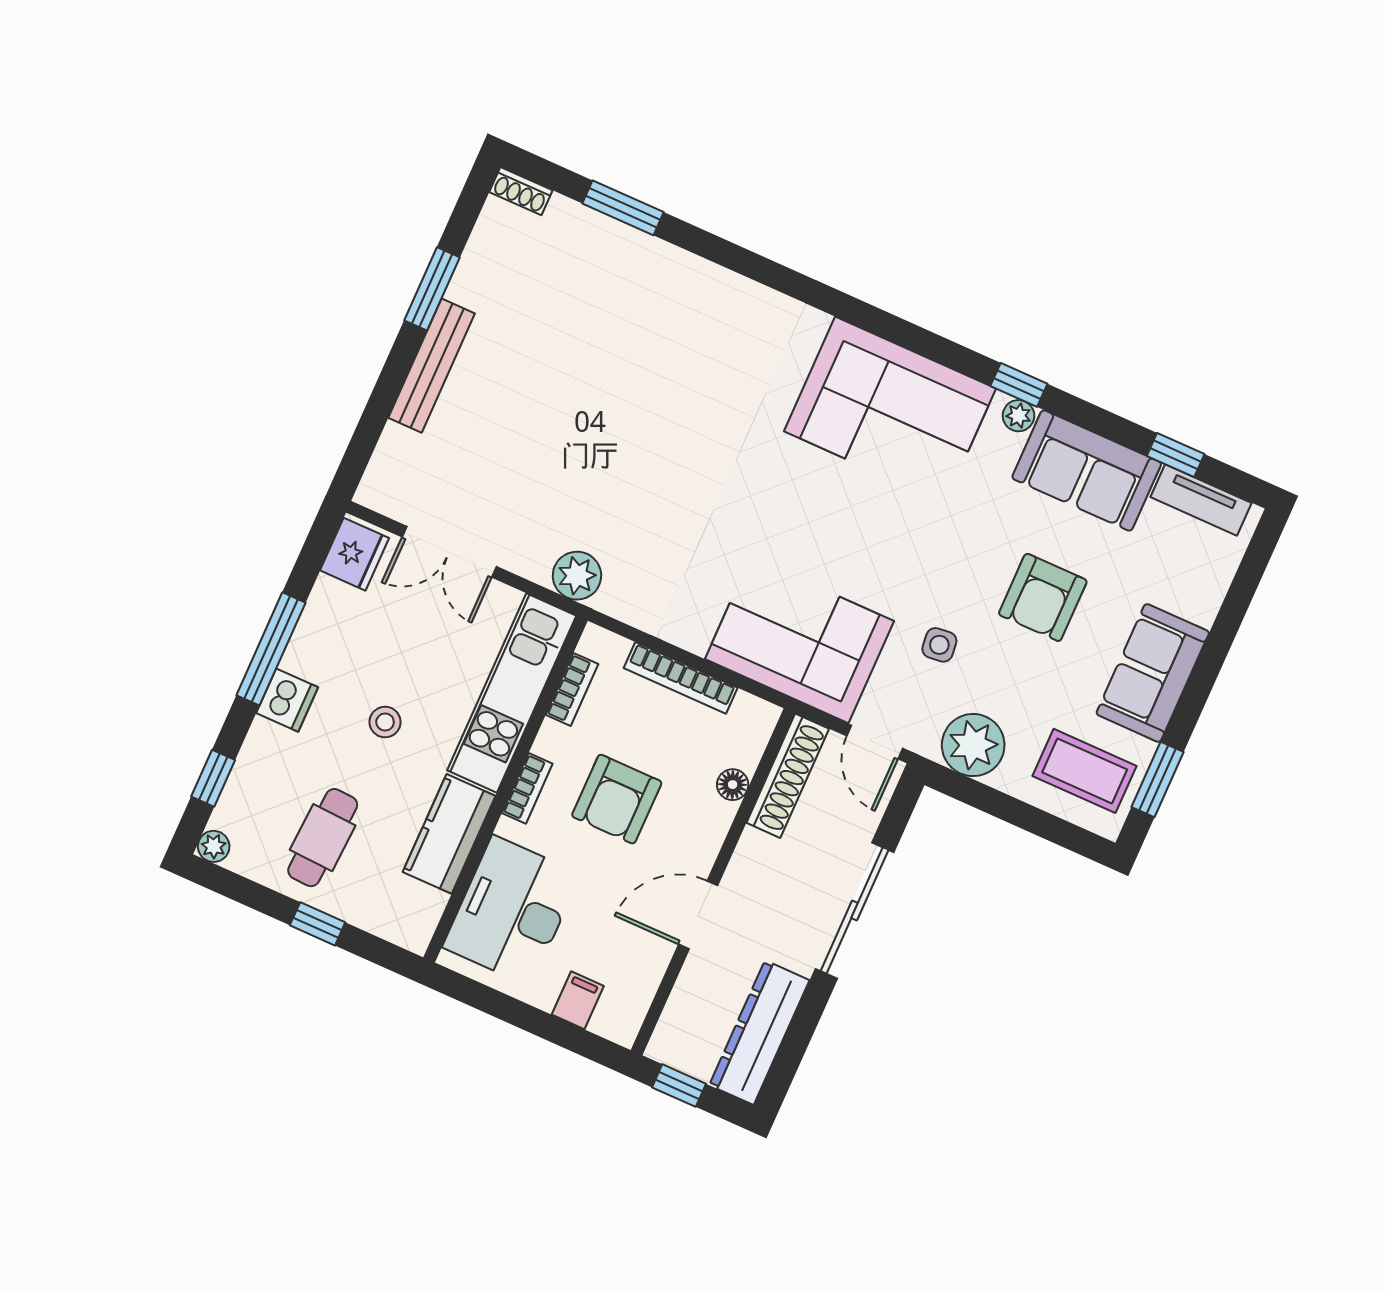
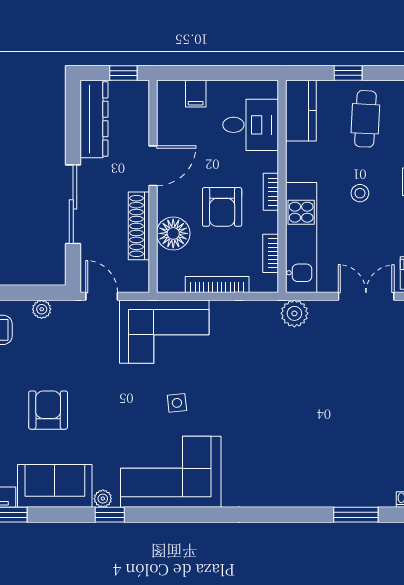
side table: (939, 645) -> (177, 403), moved
plant: (973, 745) -> (42, 309), width x0.53, depth x0.53
shoe rack: (788, 776) -> (139, 226), moved
floor lamp: (733, 785) -> (173, 233), width x1.89, depth x1.89
armchair: (617, 799) -> (222, 207), turned 180
kitchen counter: (449, 834) -> (301, 111), moved
desk: (512, 911) -> (251, 125), width x0.73

